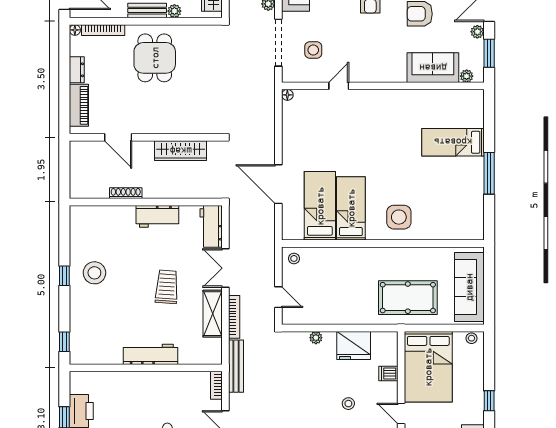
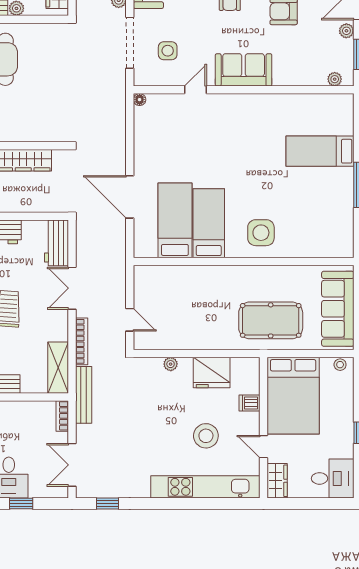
sofa: (433, 68) -> (244, 70), moved
stool: (294, 258) -> (147, 278), removed
shelving: (213, 314) -> (58, 368), moved
stool: (348, 404) -> (206, 436), width x1.89, depth x1.89

